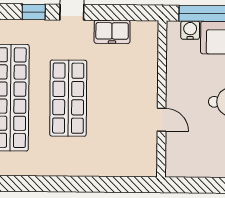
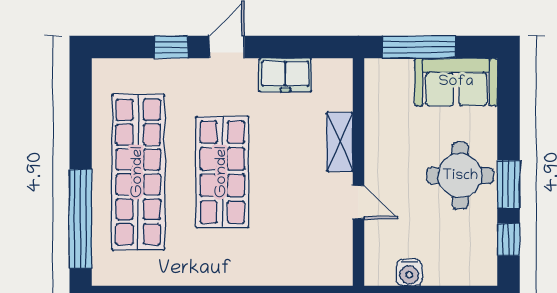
water cooler: (190, 30) -> (409, 273), moved, turned 180
shelving: (149, 78) -> (340, 142), added

